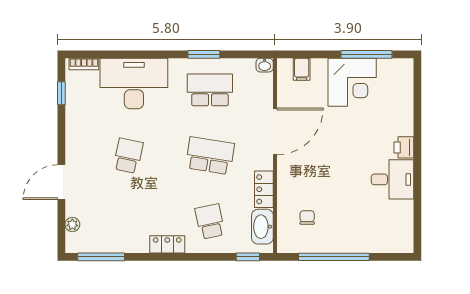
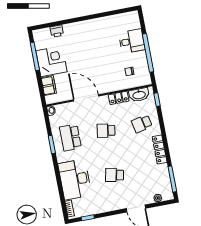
filing cabinet: (302, 69) -> (49, 85), width x2.00
printer: (404, 147) -> (57, 31), moved
school desk: (210, 156) -> (106, 131), width x0.54
desk: (392, 179) -> (132, 41), moved, turned 90
locker: (167, 244) -> (160, 149), width x1.53

